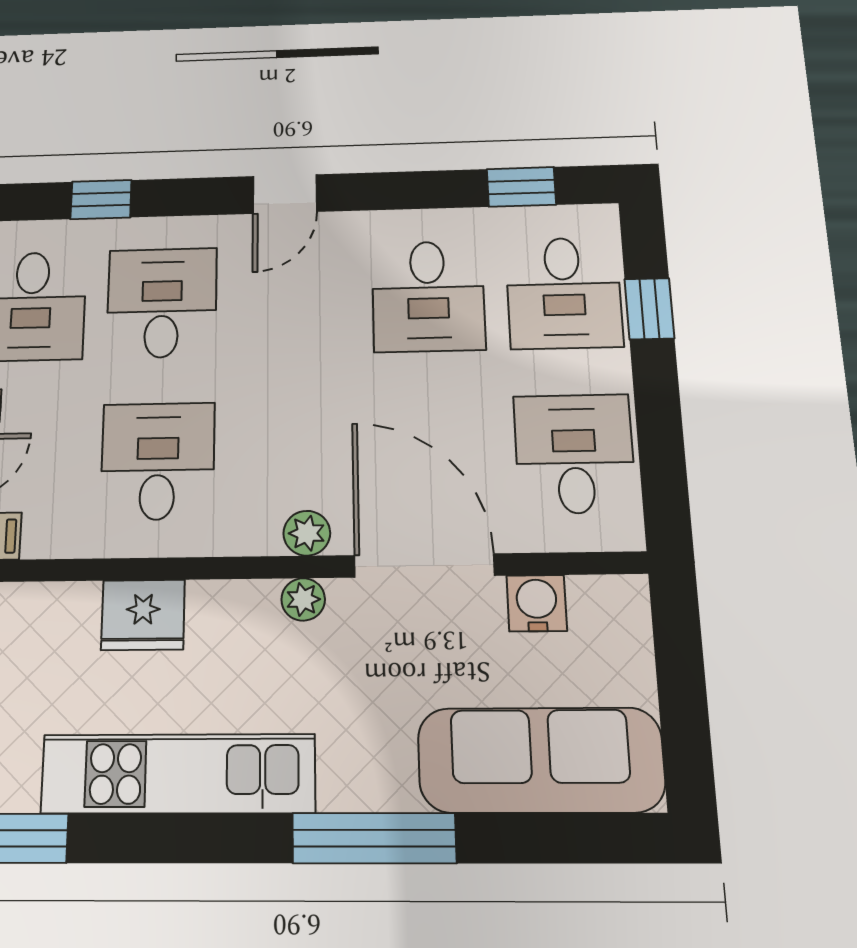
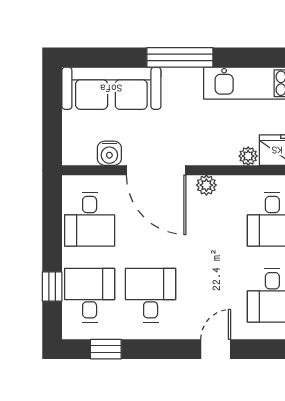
plant: (303, 599) -> (248, 156), moved

